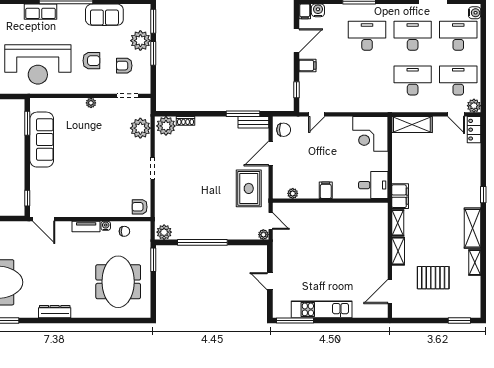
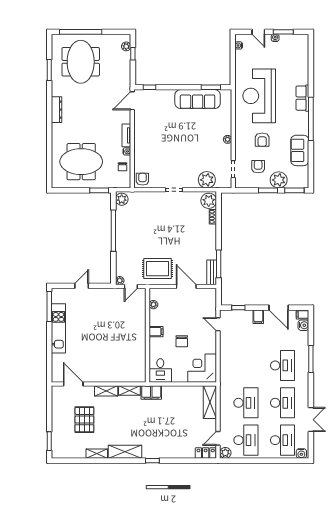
chair: (284, 130) -> (182, 341), moved

